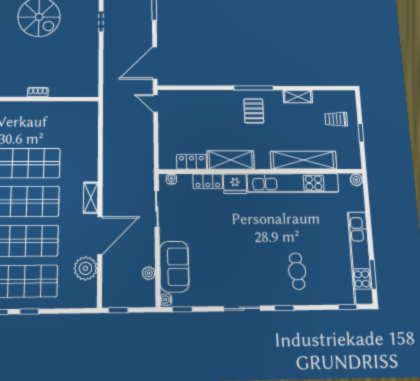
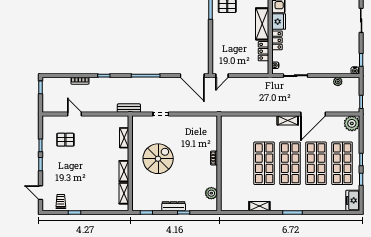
door: (100, 236) -> (313, 114), swing flipped
sofa: (174, 267) -> (334, 64), removed
plant: (85, 268) -> (352, 123), moved

